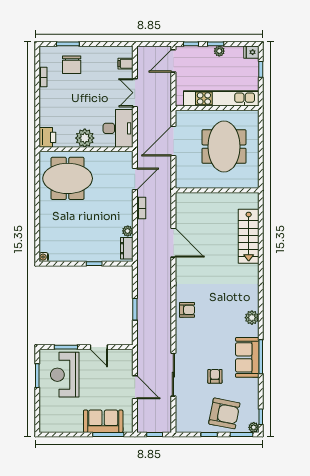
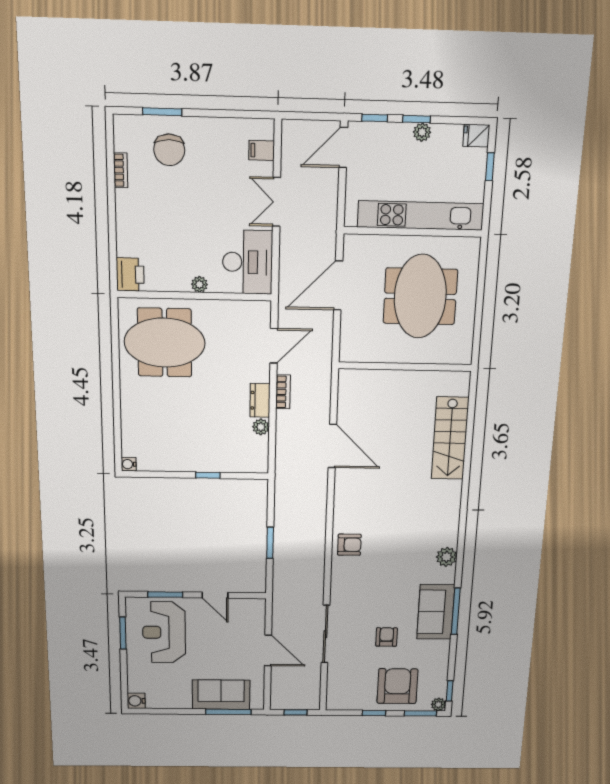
plant: (85, 138) -> (199, 284), width x0.53, depth x0.53
dresser: (127, 248) -> (260, 400), moved
armchair: (224, 413) -> (397, 686), turned -101
water cooler: (45, 427) -> (136, 701), added

